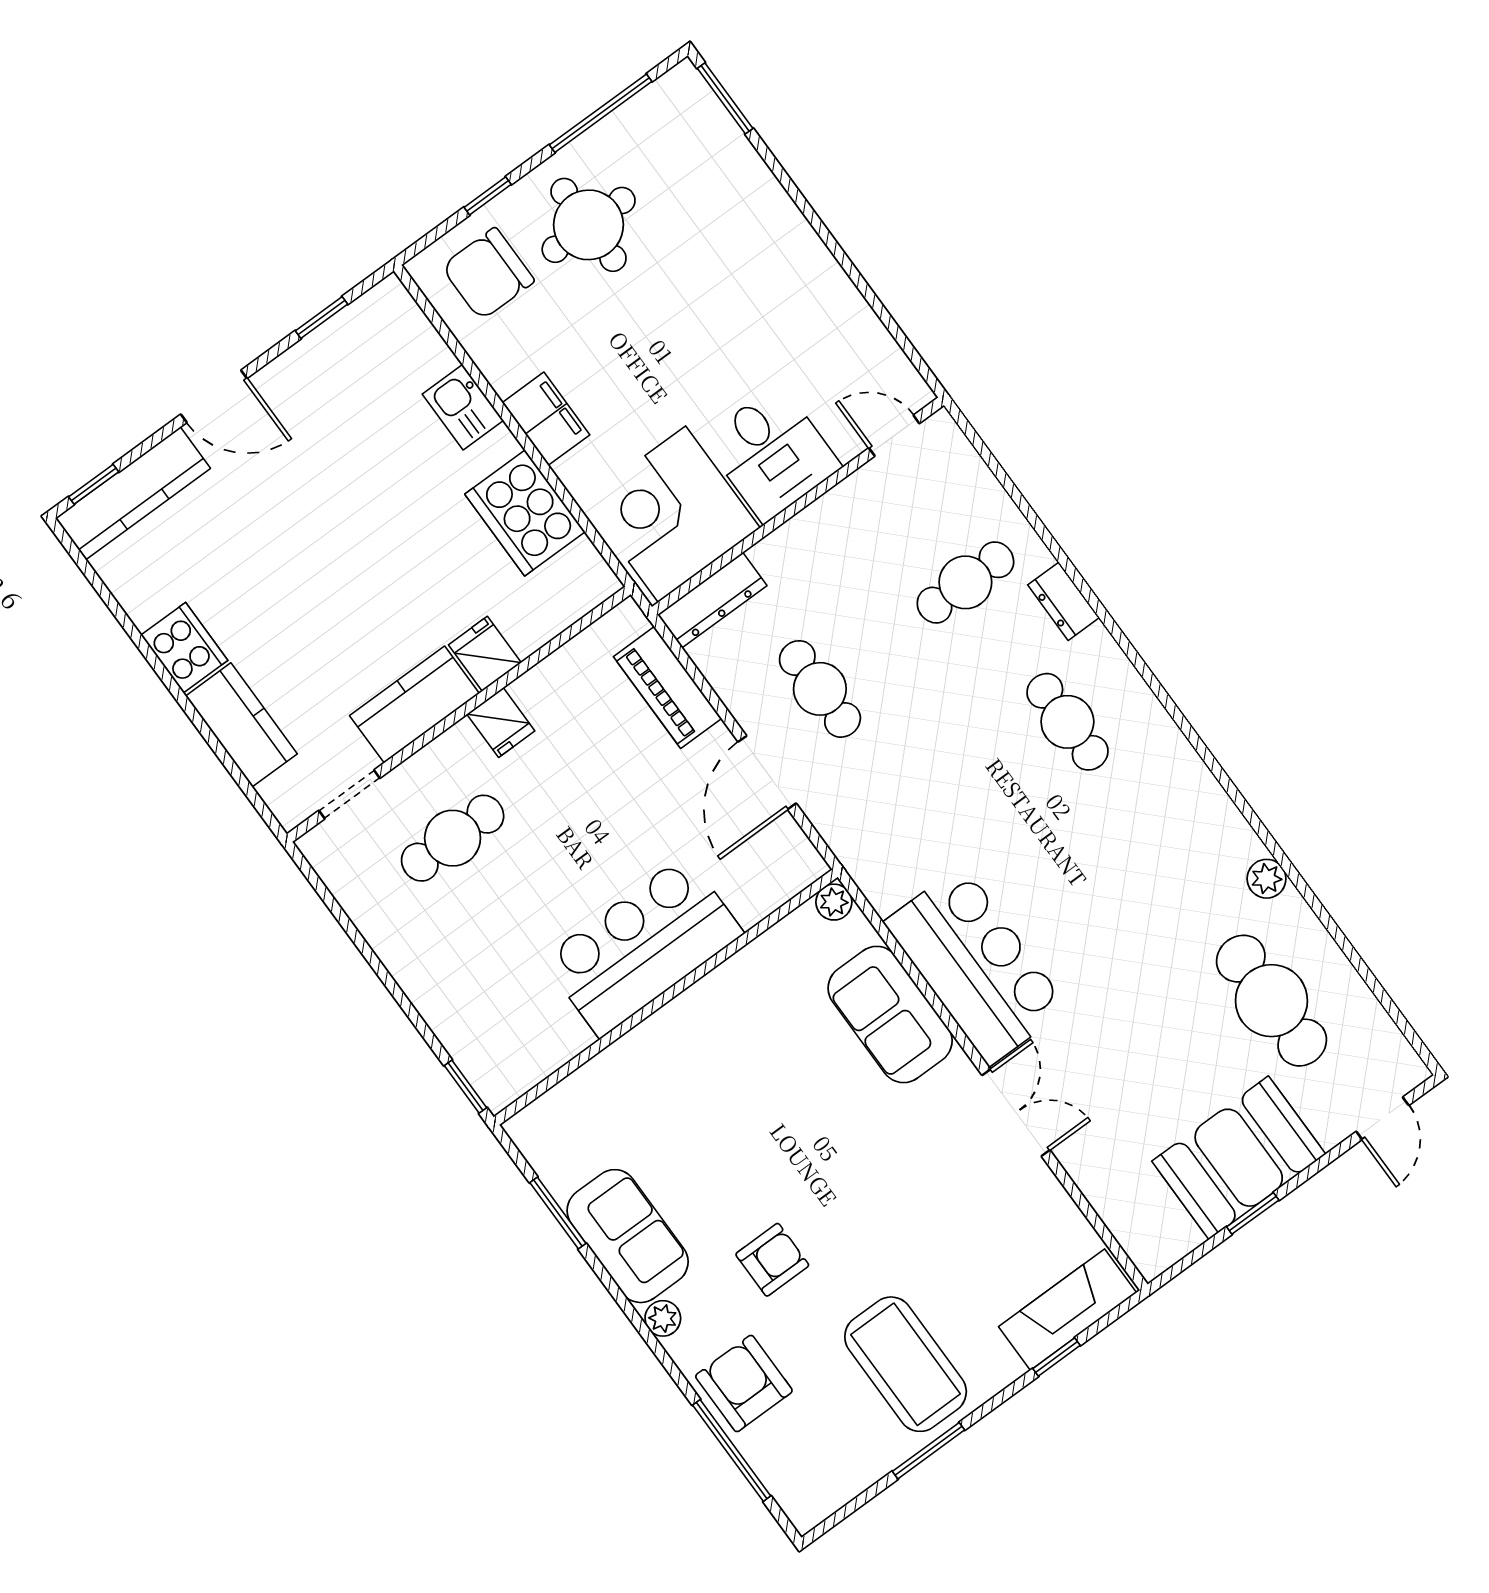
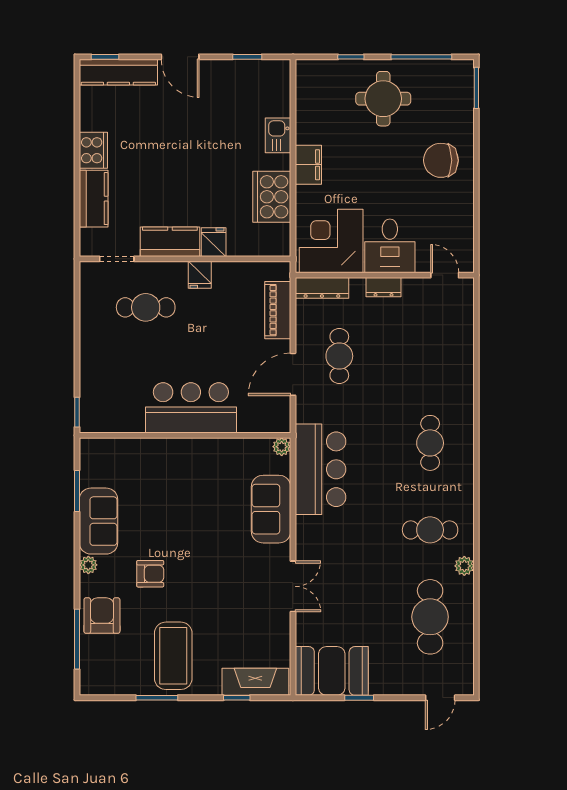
chair: (488, 274) -> (441, 160), moved
cafe table: (965, 582) -> (430, 530), moved
dresser: (1064, 601) -> (384, 287), moved, turned -90
bar counter: (976, 965) -> (321, 469), moved
booth: (1239, 1158) -> (332, 671), moved

